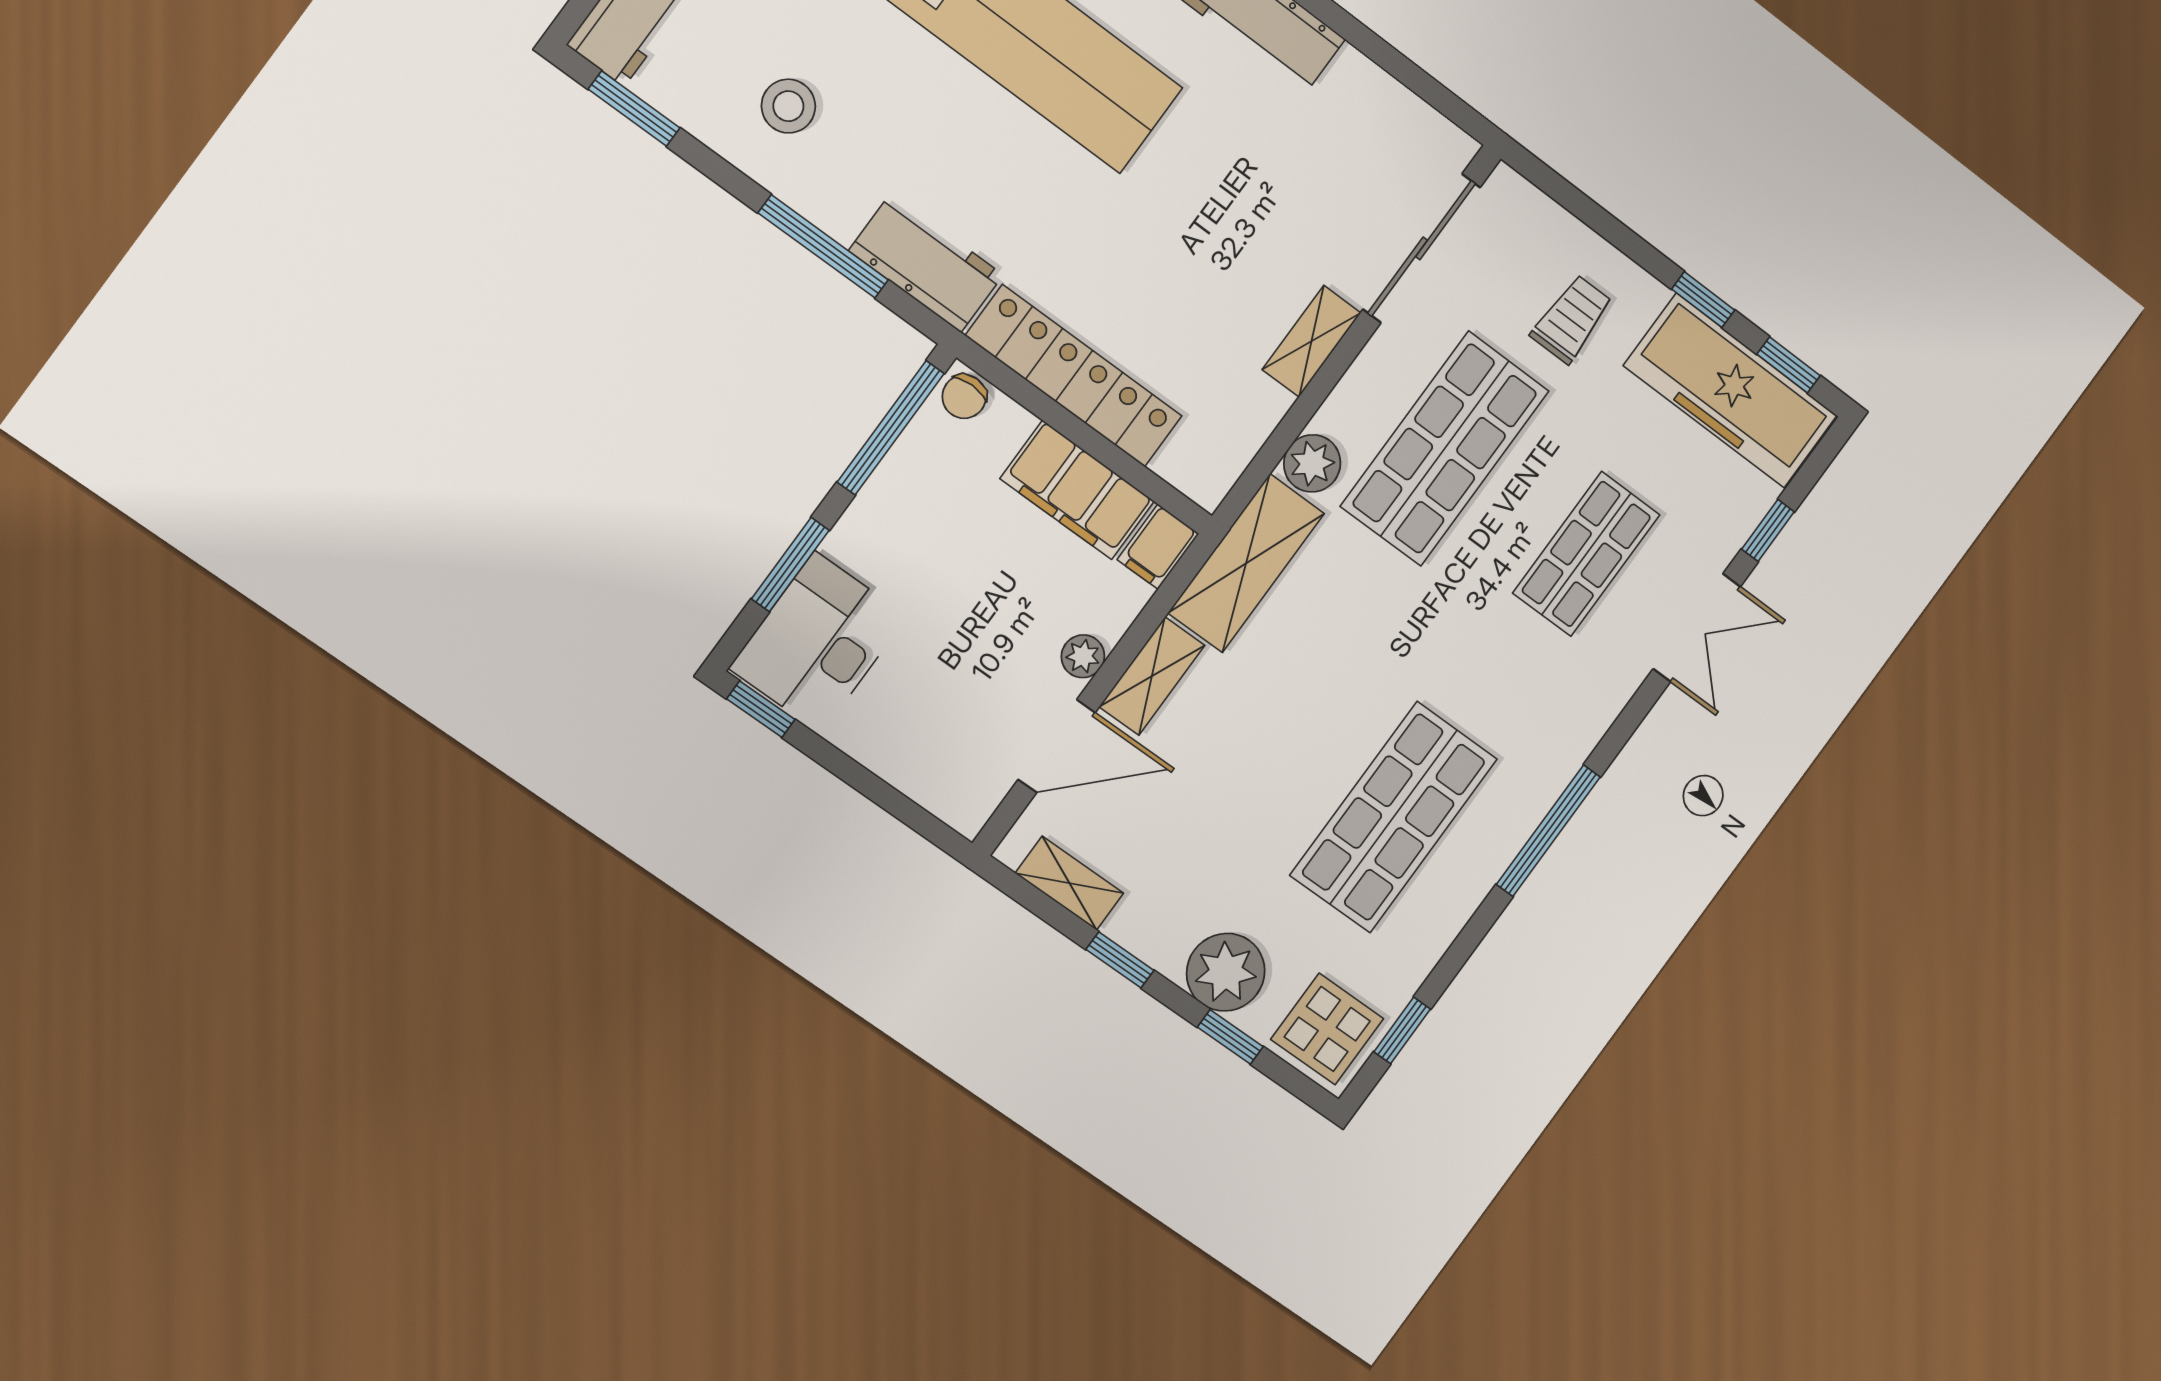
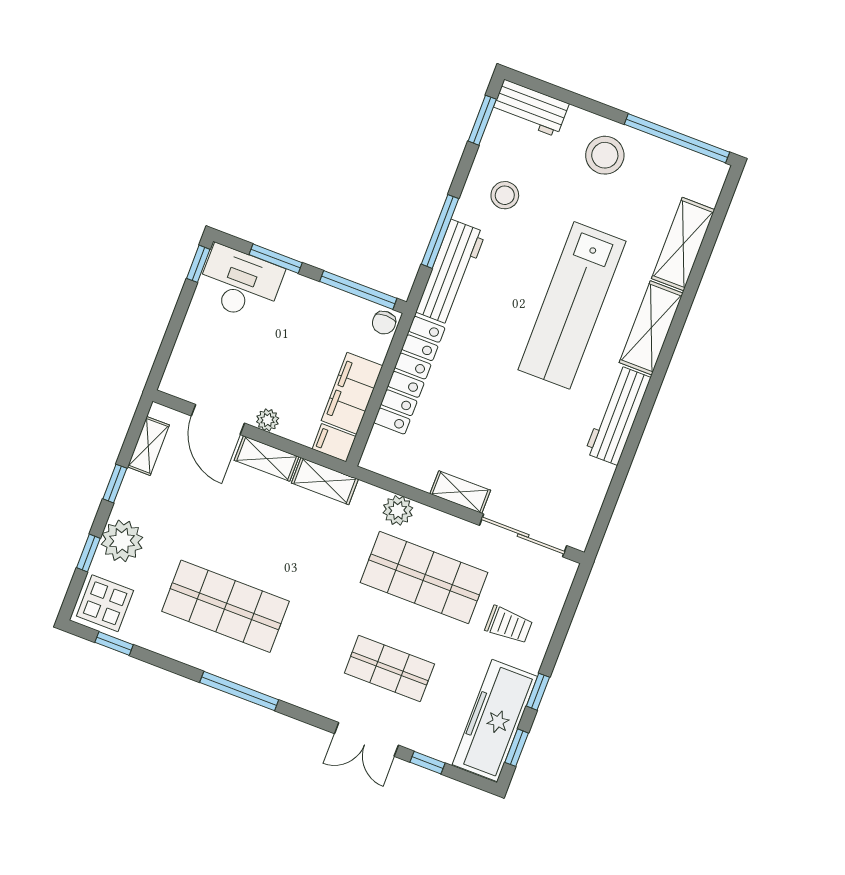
workbench: (926, 263) -> (451, 272), width x1.38
chair: (964, 397) -> (384, 323), turned -90
shelving: (1246, 563) -> (325, 481), width x0.67, depth x0.75

